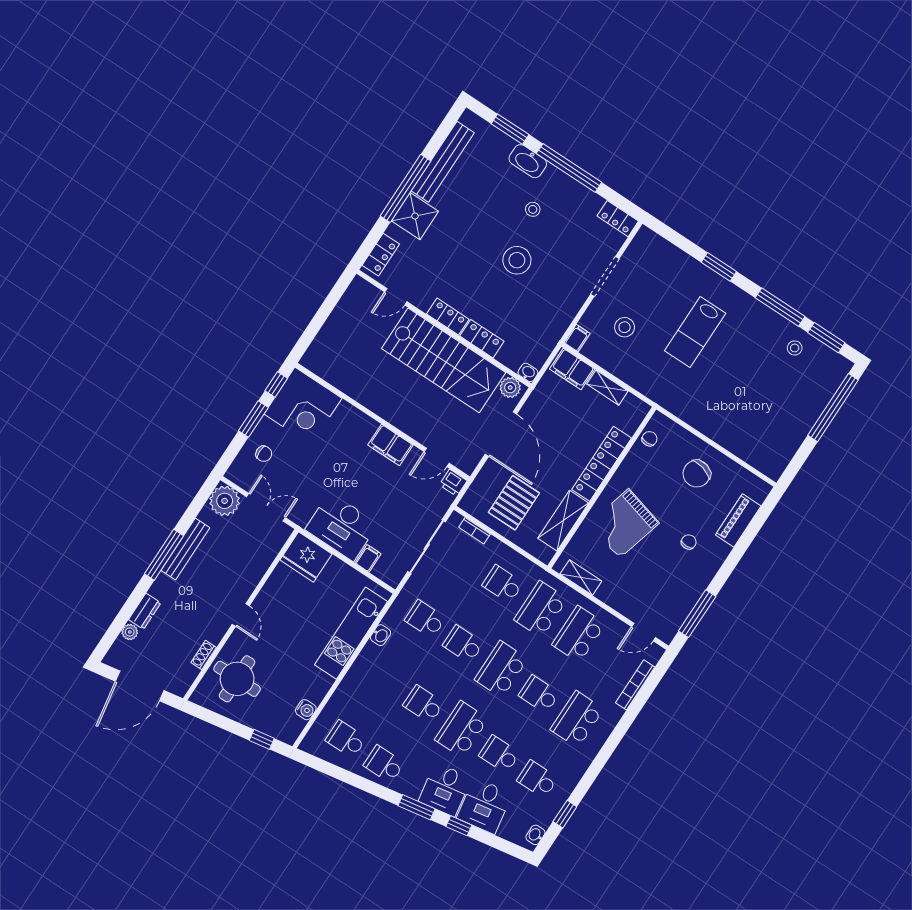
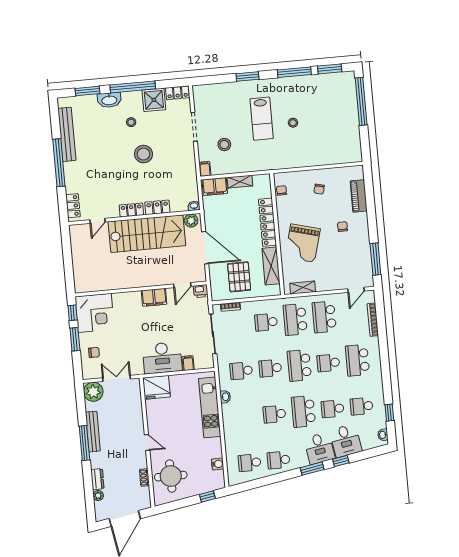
shower: (415, 216) -> (154, 100), moved
stool: (795, 348) -> (293, 123), moved
chair: (697, 474) -> (319, 189), width x0.54, depth x0.54

